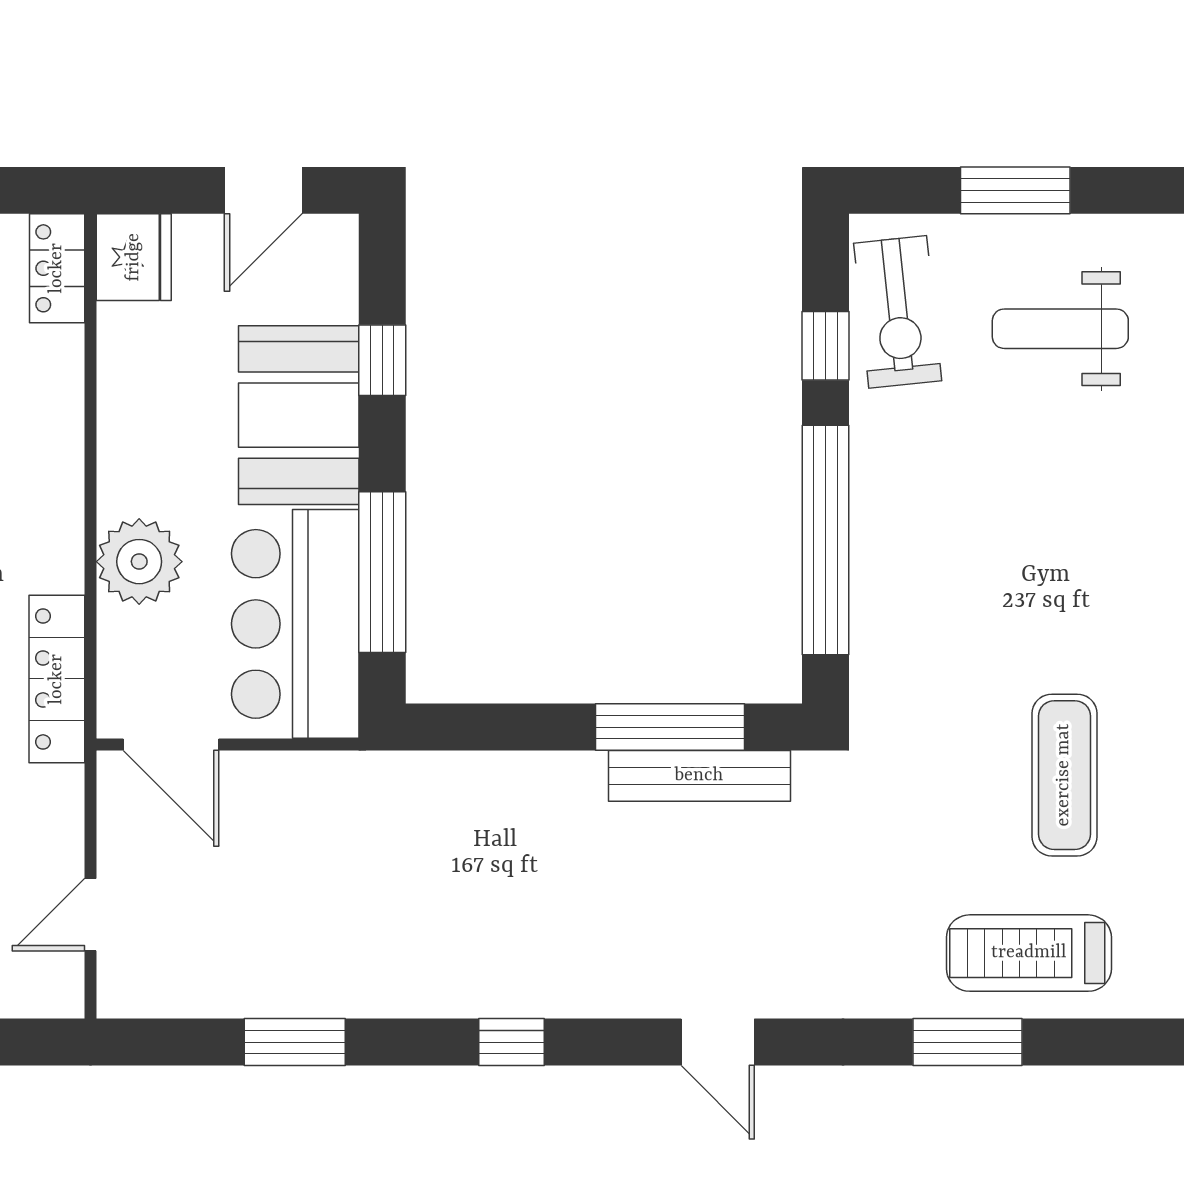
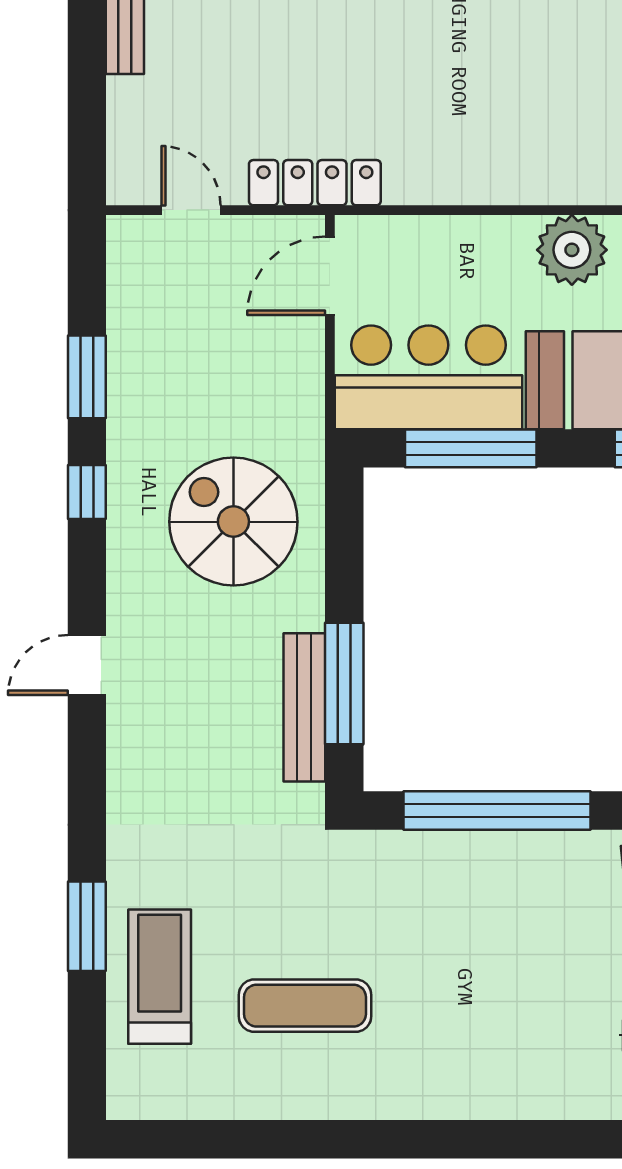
plant: (139, 562) -> (572, 250), moved
locker: (57, 679) -> (315, 183), moved
spiral stairs: (472, 863) -> (233, 522), added
window: (512, 1042) -> (87, 492), moved
door: (718, 1042) -> (87, 665), moved

